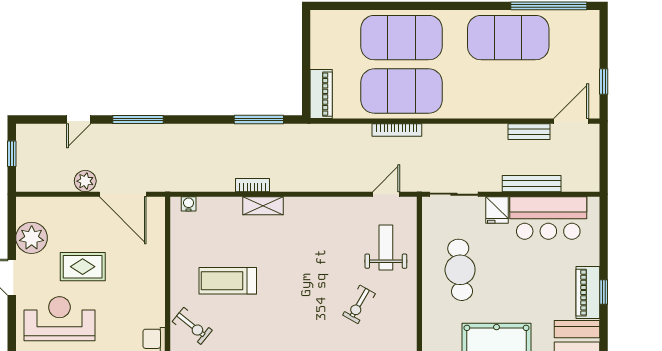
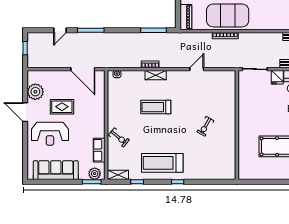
plant: (85, 181) -> (63, 62), removed
door: (386, 194) -> (197, 69), moved
weight bench: (386, 248) -> (219, 97), removed
cafe table: (460, 270) -> (258, 108), removed
treadmill: (228, 281) -> (156, 107), moved
reception desk: (59, 319) -> (50, 134), turned 180

